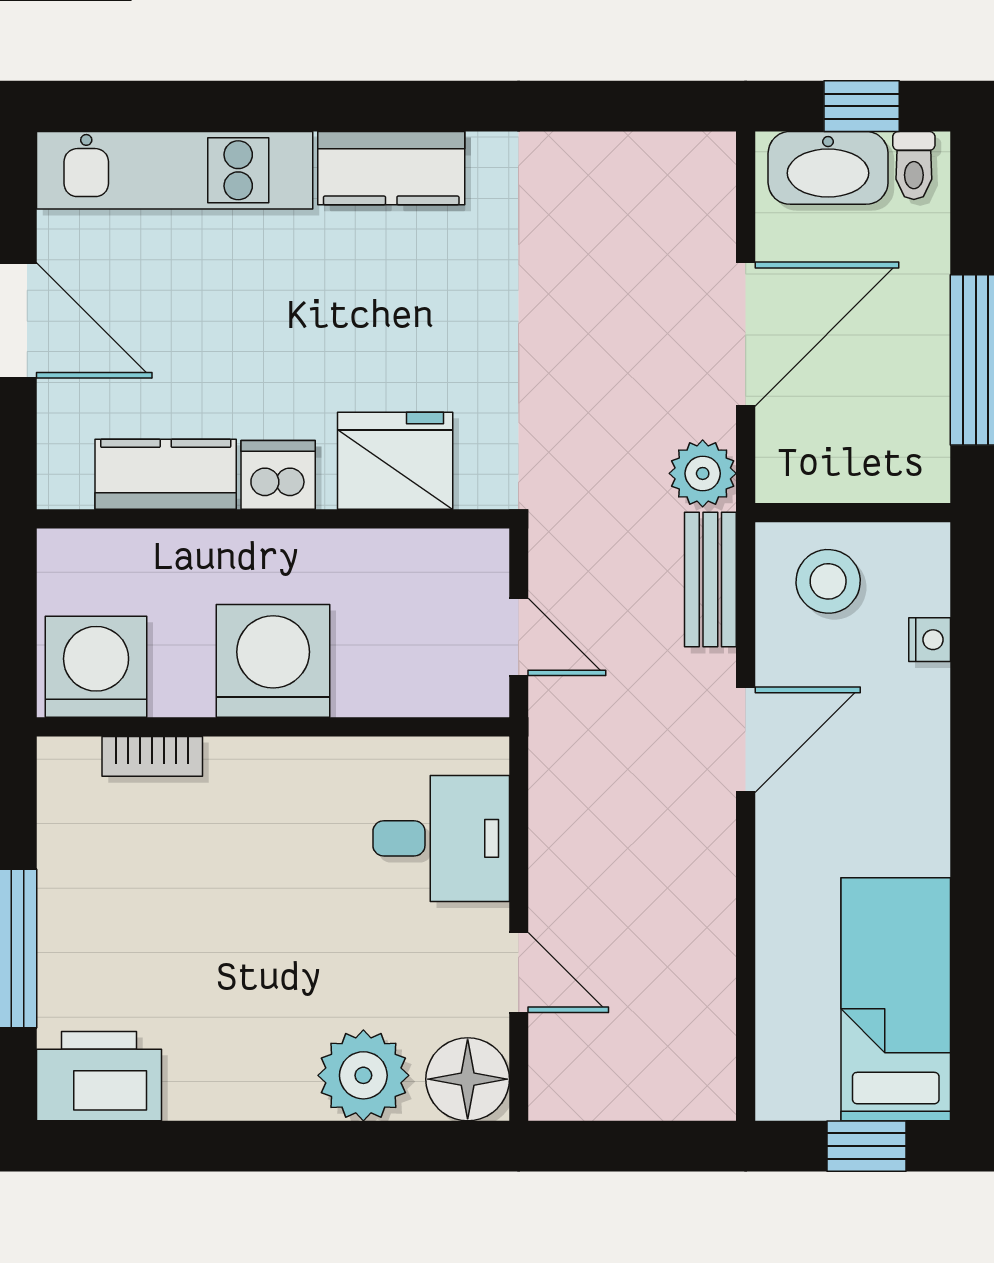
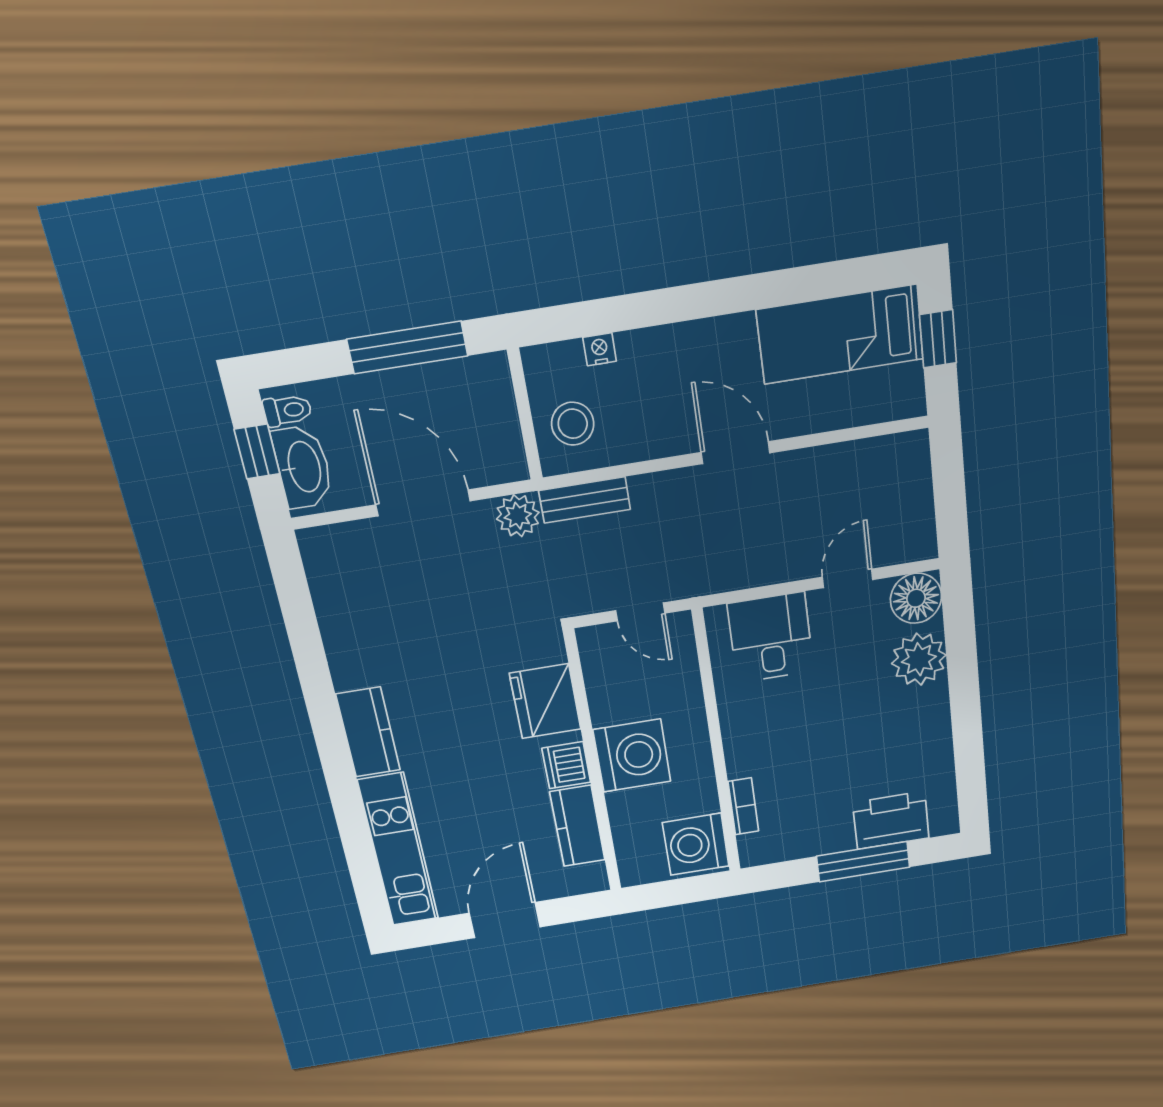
door: (519, 637) -> (640, 612), swing flipped
washing machine: (273, 661) -> (632, 756), moved, turned 180
door: (746, 740) -> (735, 453), moved
printer: (99, 1076) -> (891, 820), moved, turned 90

